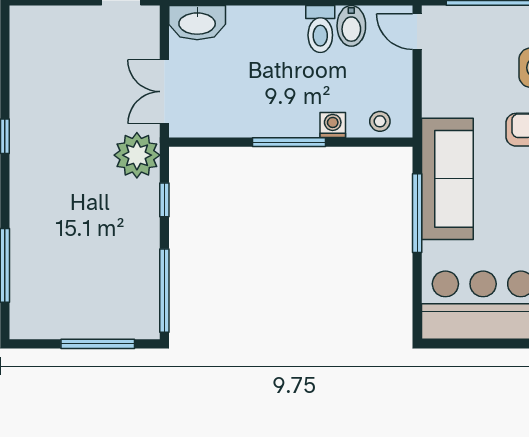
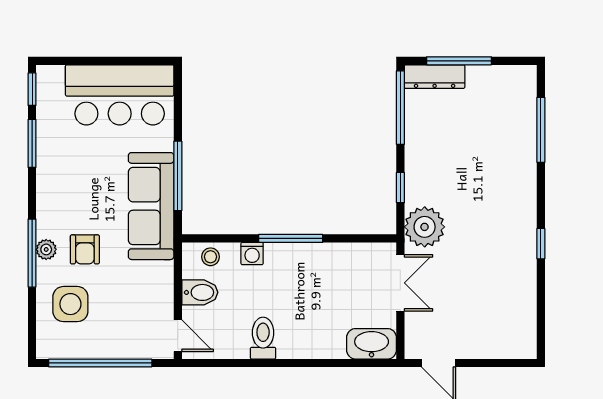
bidet: (351, 26) -> (200, 292), moved, turned 90
dresser: (126, 326) -> (435, 77), added

